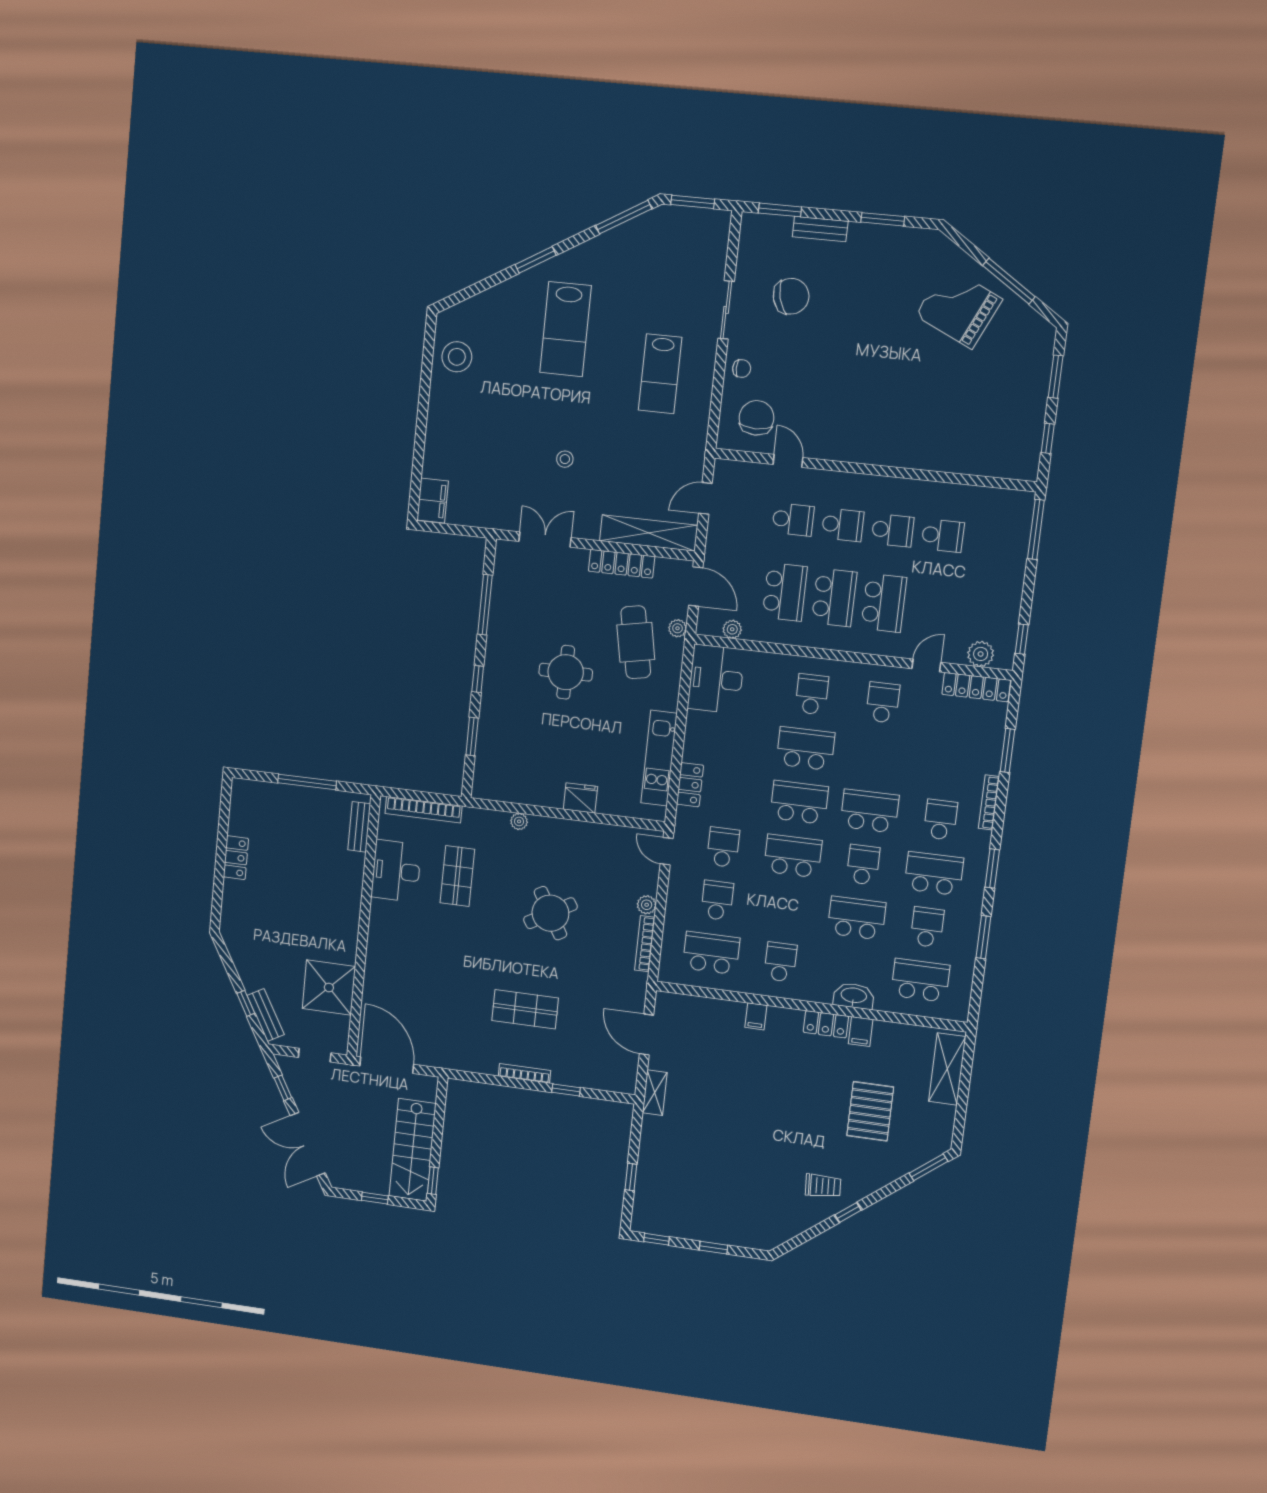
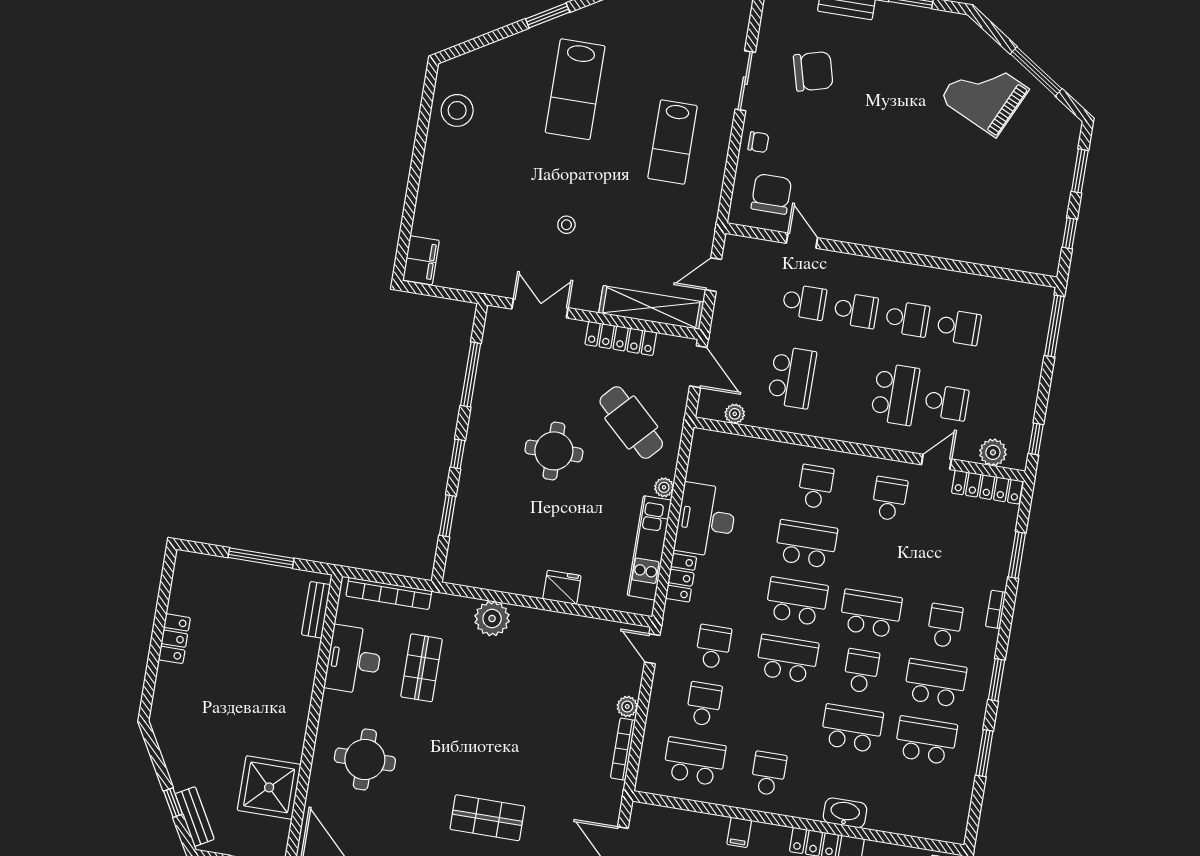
school desk: (834, 597) -> (946, 403), moved, width x0.54
plant: (678, 628) -> (664, 487), moved
cafe table: (636, 642) -> (631, 423), turned -36
desk: (716, 679) -> (706, 520), moved
bookcase: (989, 802) -> (996, 609), width x0.64
plant: (519, 821) -> (492, 619), width x1.88, depth x1.88
round table: (550, 913) -> (365, 759), moved, turned 30
school desk: (927, 927) -> (926, 740), width x1.85
school desk: (920, 980) -> (916, 798), removed

